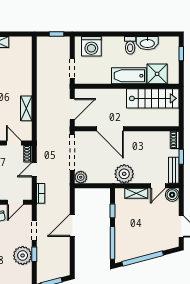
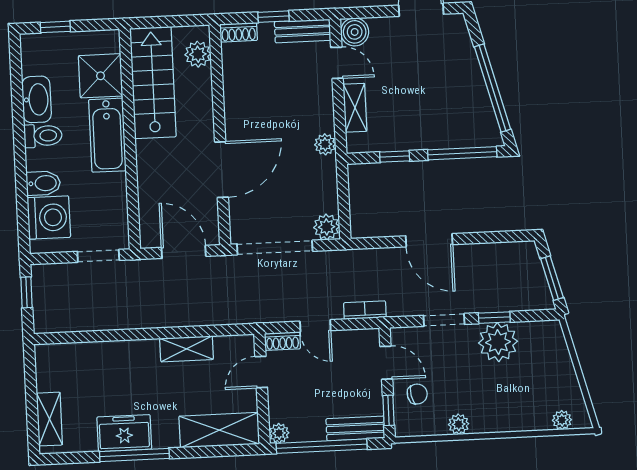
bidet: (108, 44) -> (43, 183), added
plant: (165, 120) -> (198, 54), added
plant: (124, 174) -> (325, 144), width x0.53, depth x0.53

